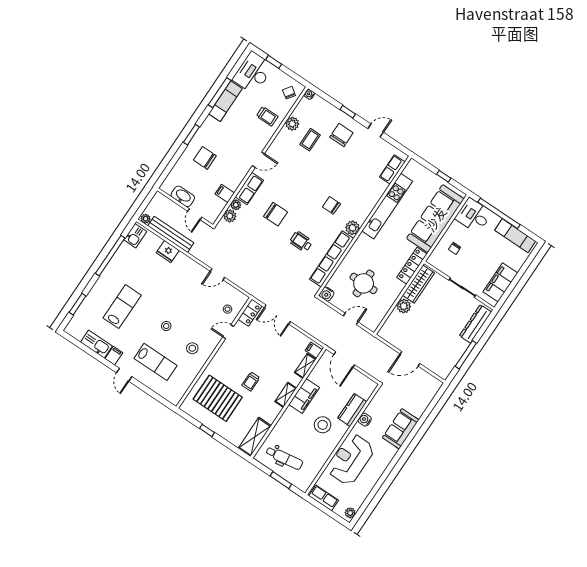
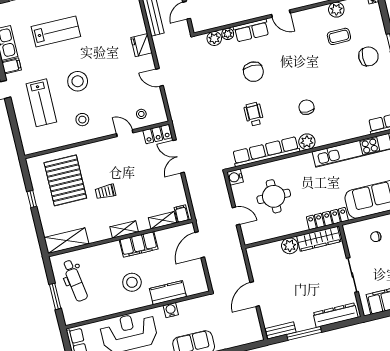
filing cabinet: (225, 194) -> (227, 16), removed
fridge: (168, 252) -> (142, 45), moved
stool: (166, 326) -> (78, 81), width x1.89, depth x1.89
door: (410, 359) -> (255, 294), hinge flipped
bench: (449, 367) -> (281, 330), added

